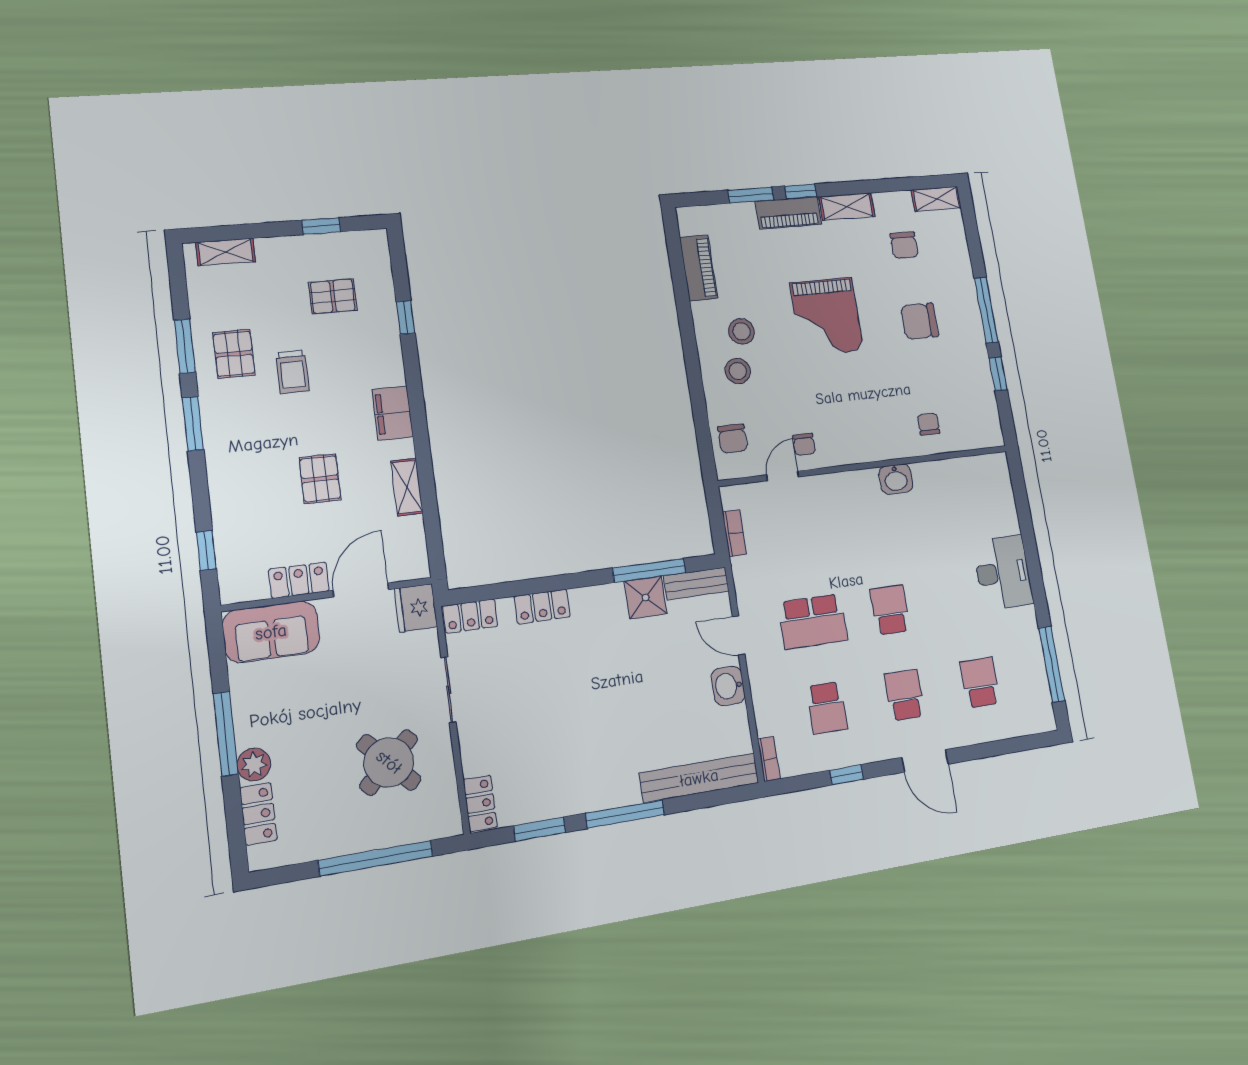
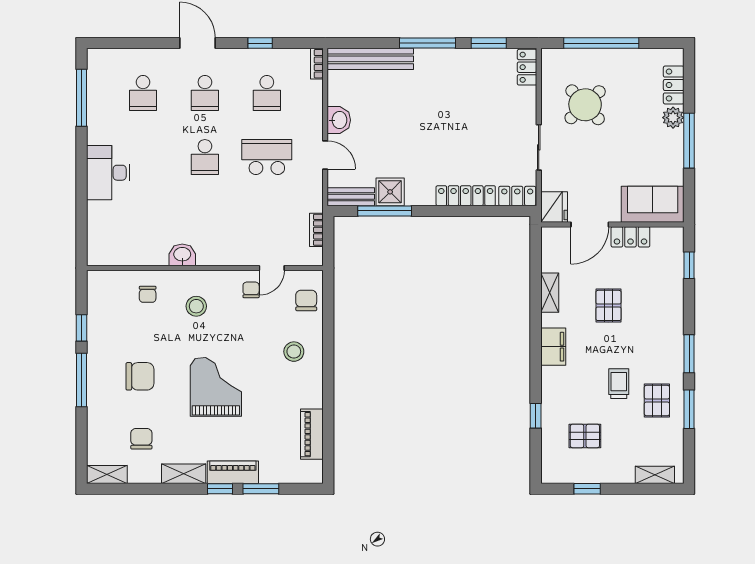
stool: (742, 331) -> (196, 306), moved
locker: (542, 607) -> (466, 196), width x1.53
school desk: (827, 708) -> (267, 93), turned 180

